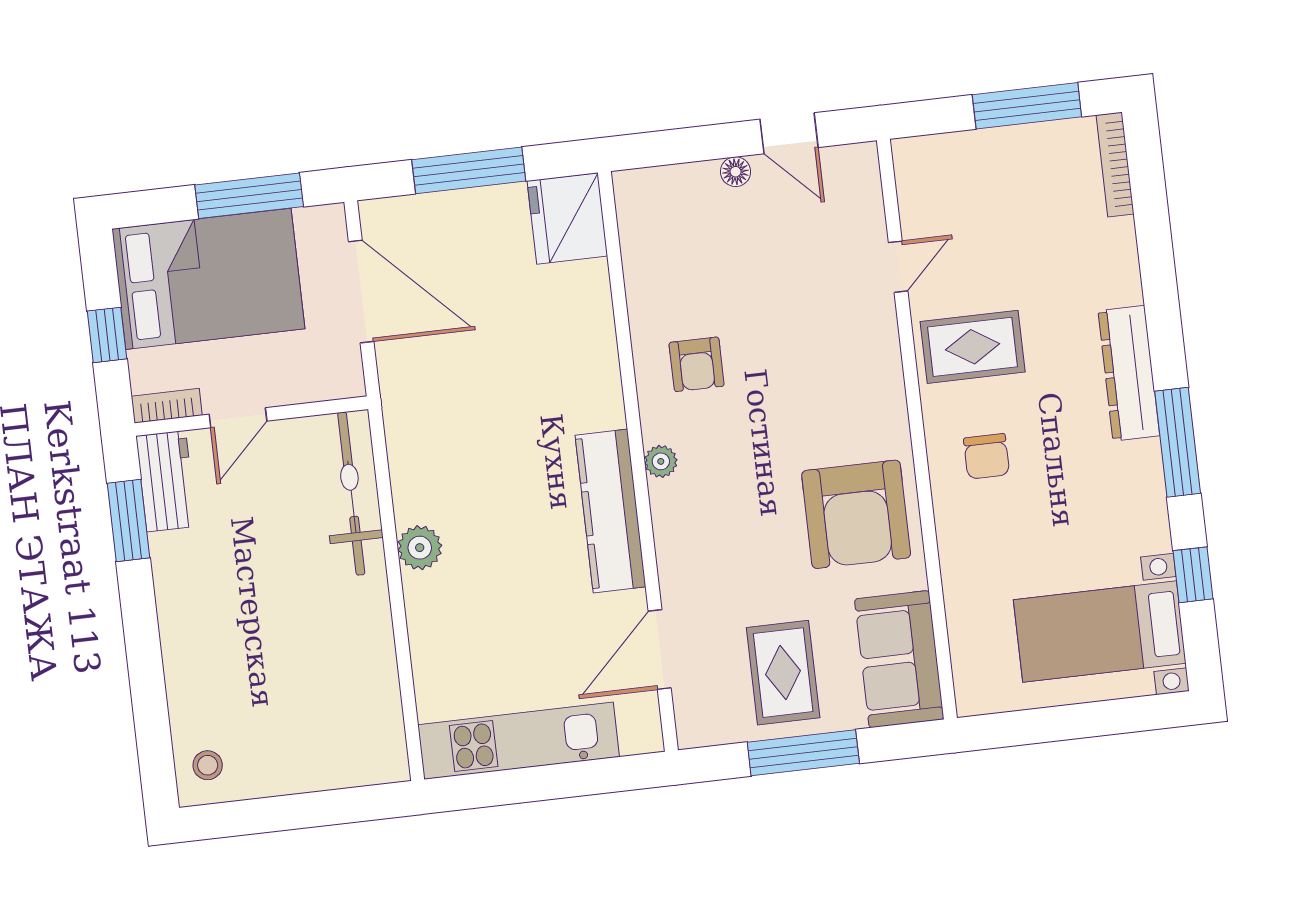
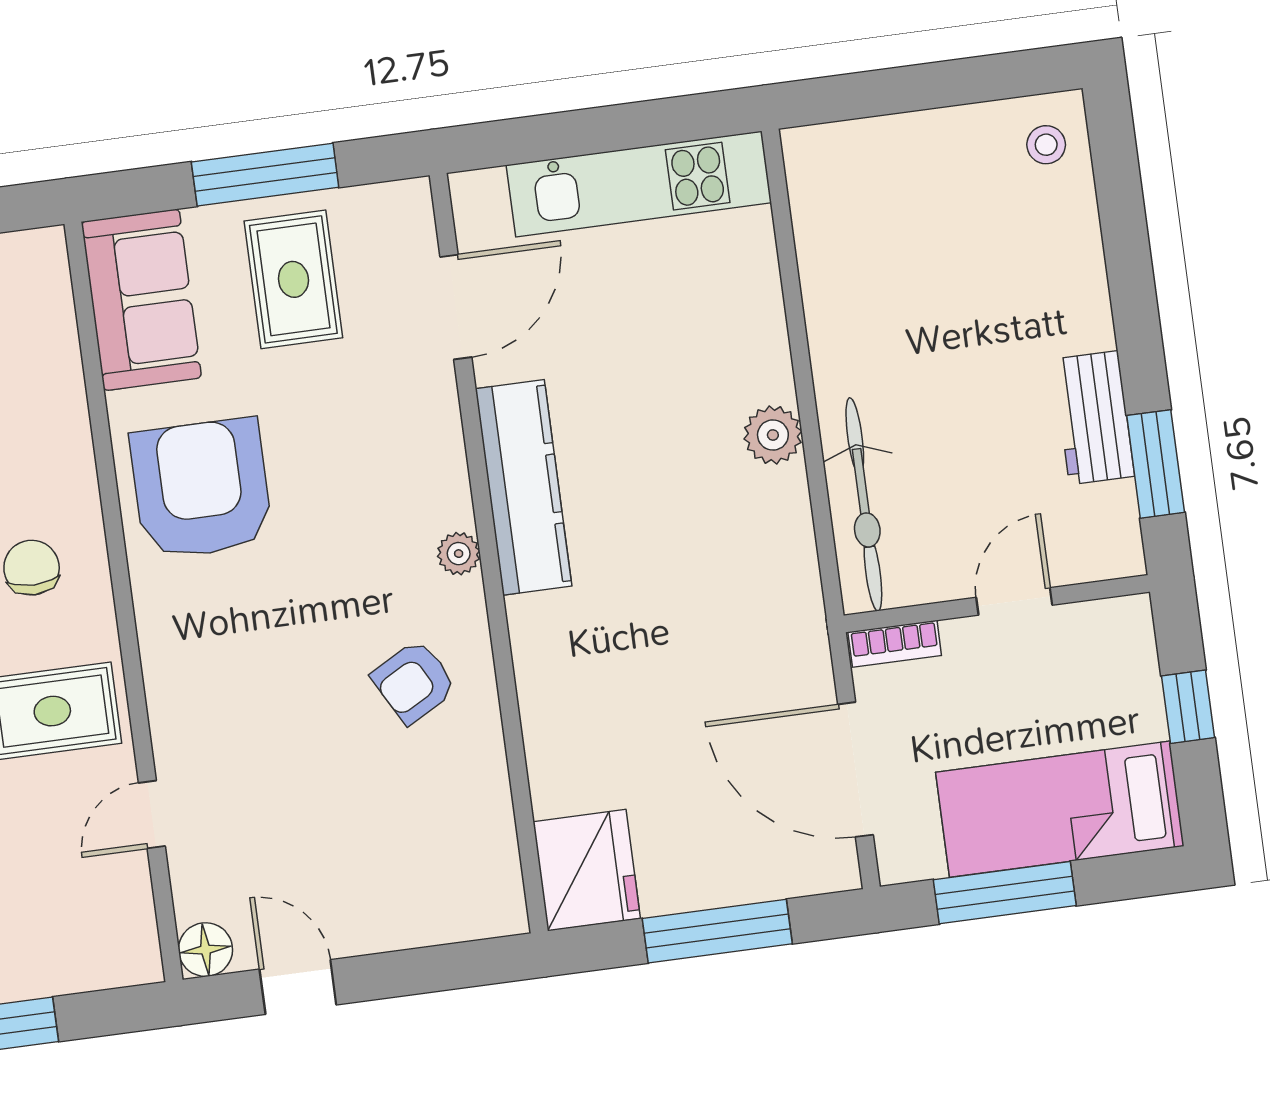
floor lamp: (736, 172) -> (205, 950), moved, width x1.37, depth x1.37
bed: (208, 279) -> (1060, 809), width x0.67
armchair: (697, 364) -> (414, 682), turned -119
bookcase: (167, 406) -> (895, 644), moved
workbench: (166, 481) -> (1094, 418), moved

